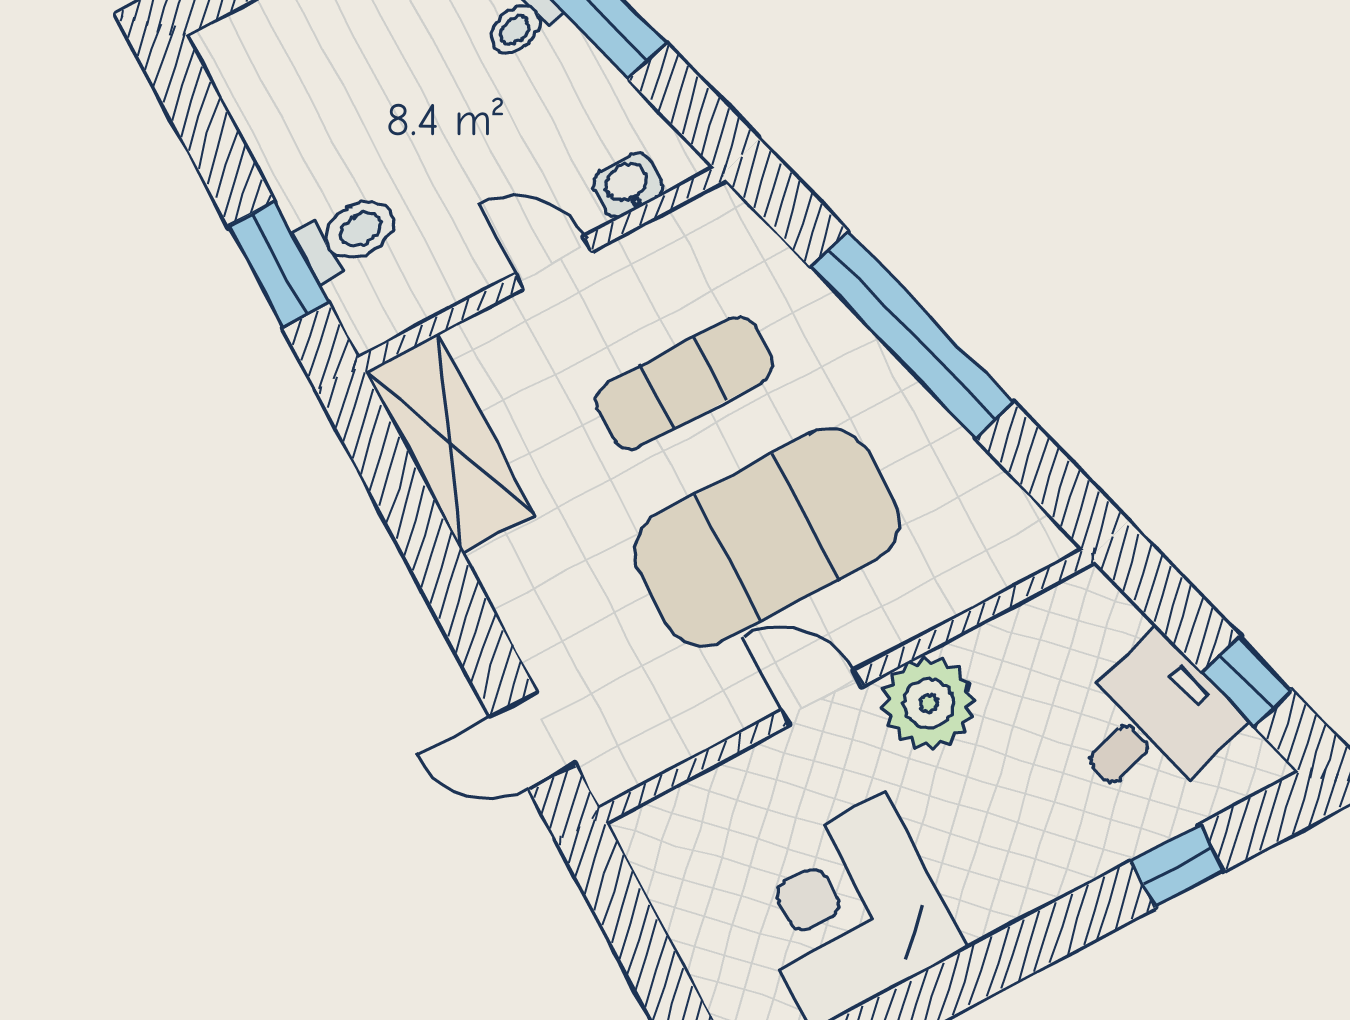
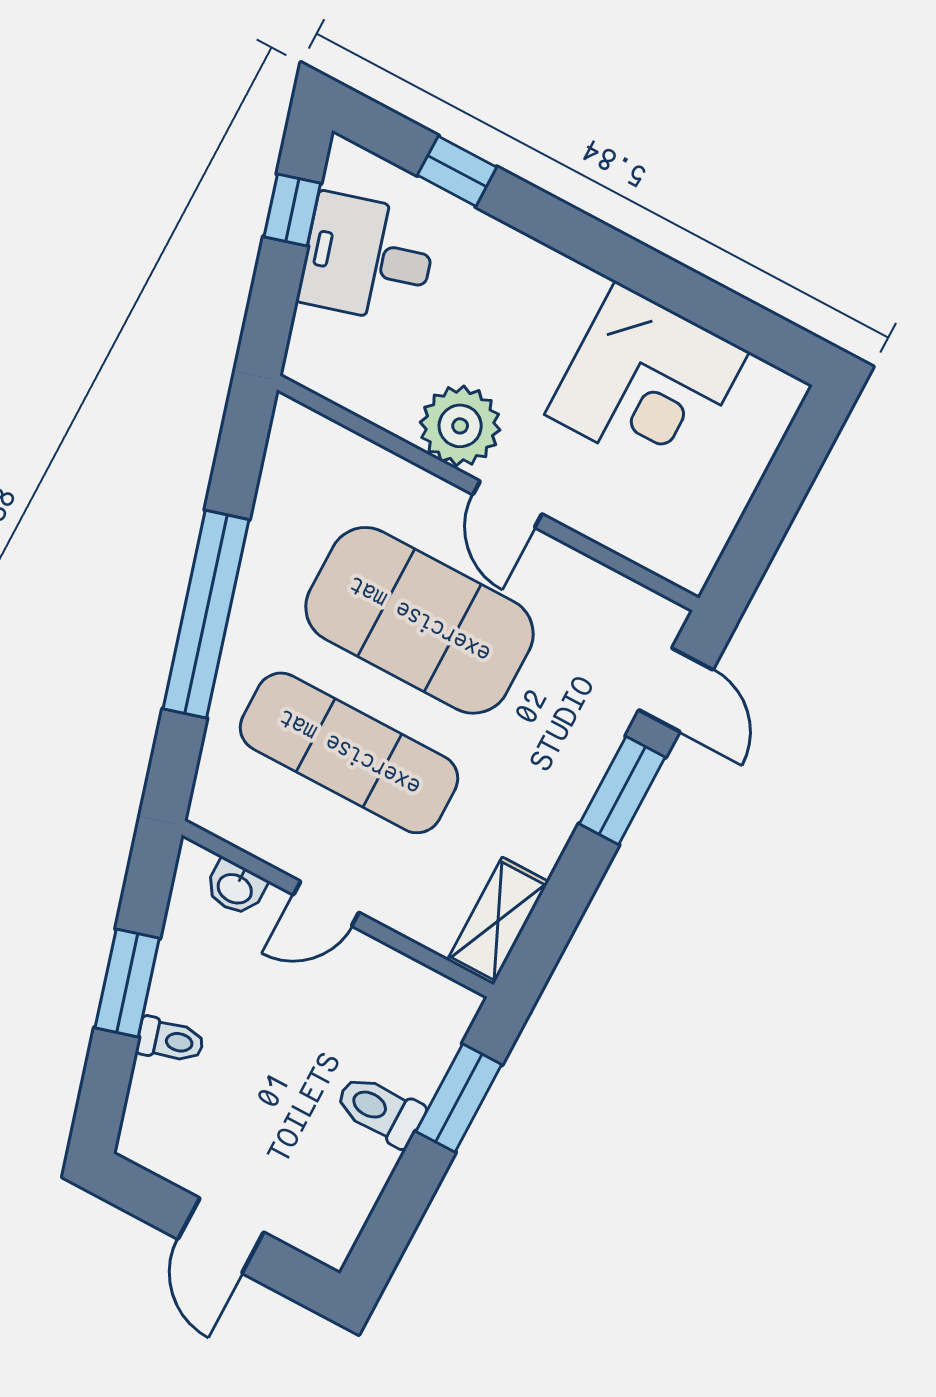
toilet: (348, 236) -> (380, 1110), moved
door: (553, 263) -> (326, 904), hinge flipped
exercise mat: (684, 383) -> (349, 753), width x1.36, depth x1.45
shelving: (450, 443) -> (498, 921), width x0.67, depth x0.75
window: (470, 623) -> (622, 791), added

